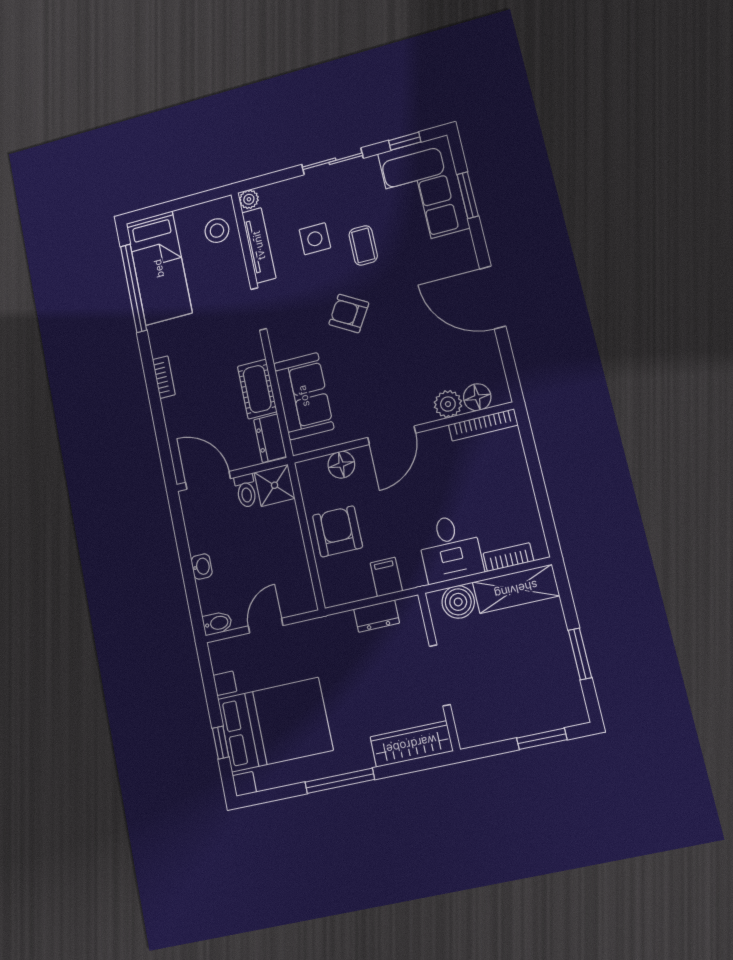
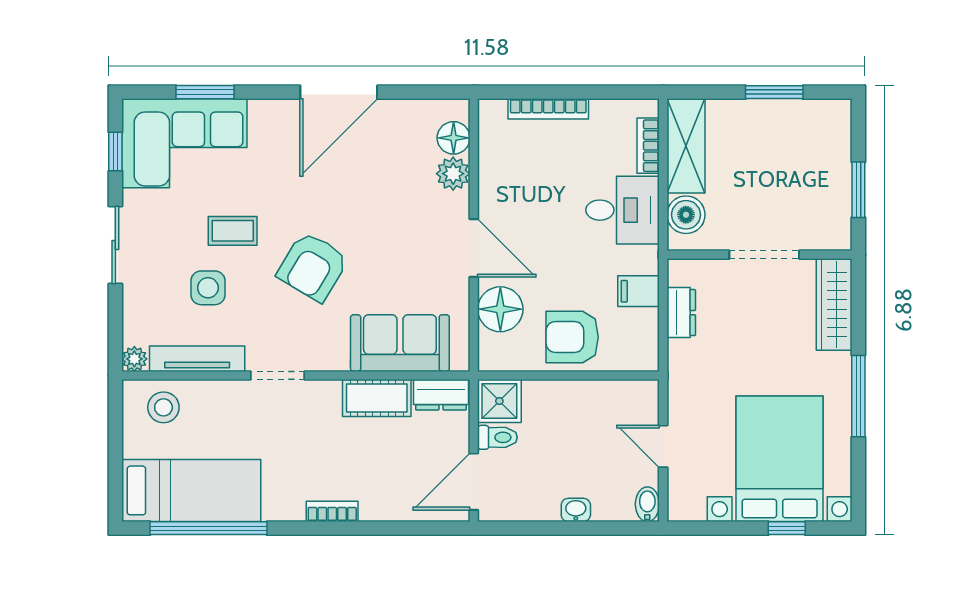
armchair: (349, 313) -> (313, 267), width x1.38, depth x1.38
bookcase: (483, 425) -> (548, 109), moved, turned 90
floor lamp: (341, 465) -> (500, 309), width x1.38, depth x1.38
window: (542, 739) -> (858, 190), moved

